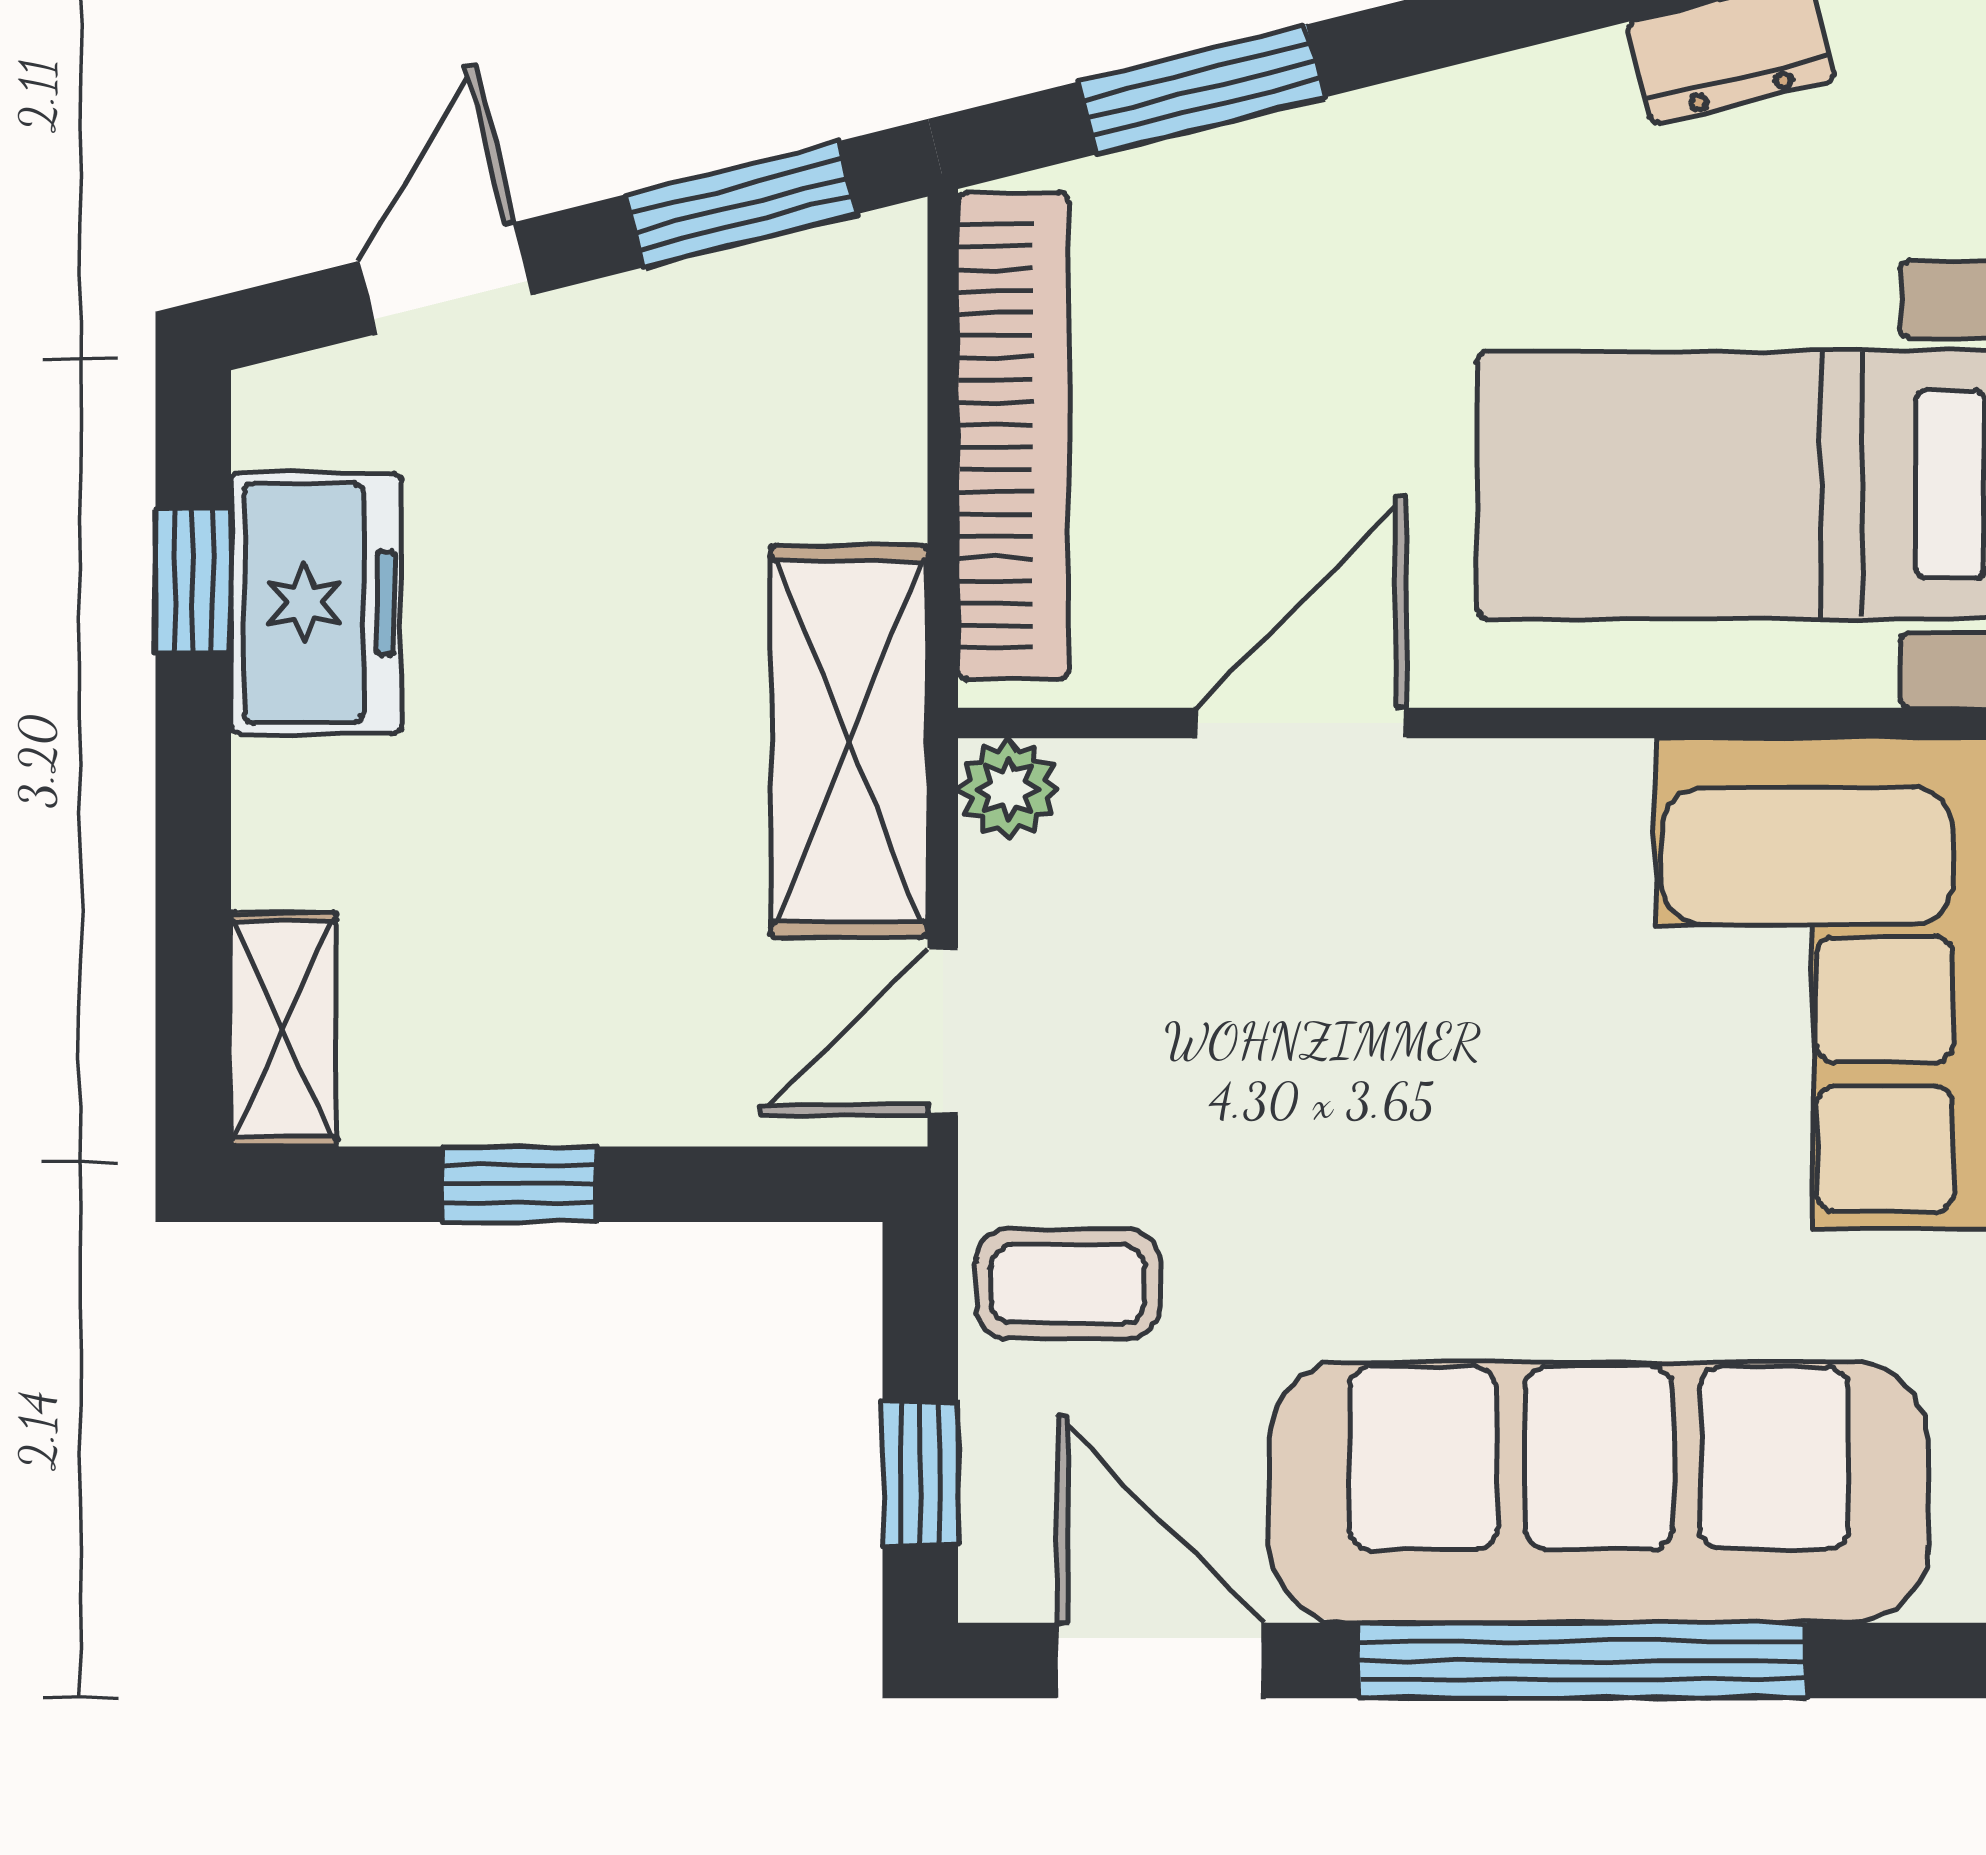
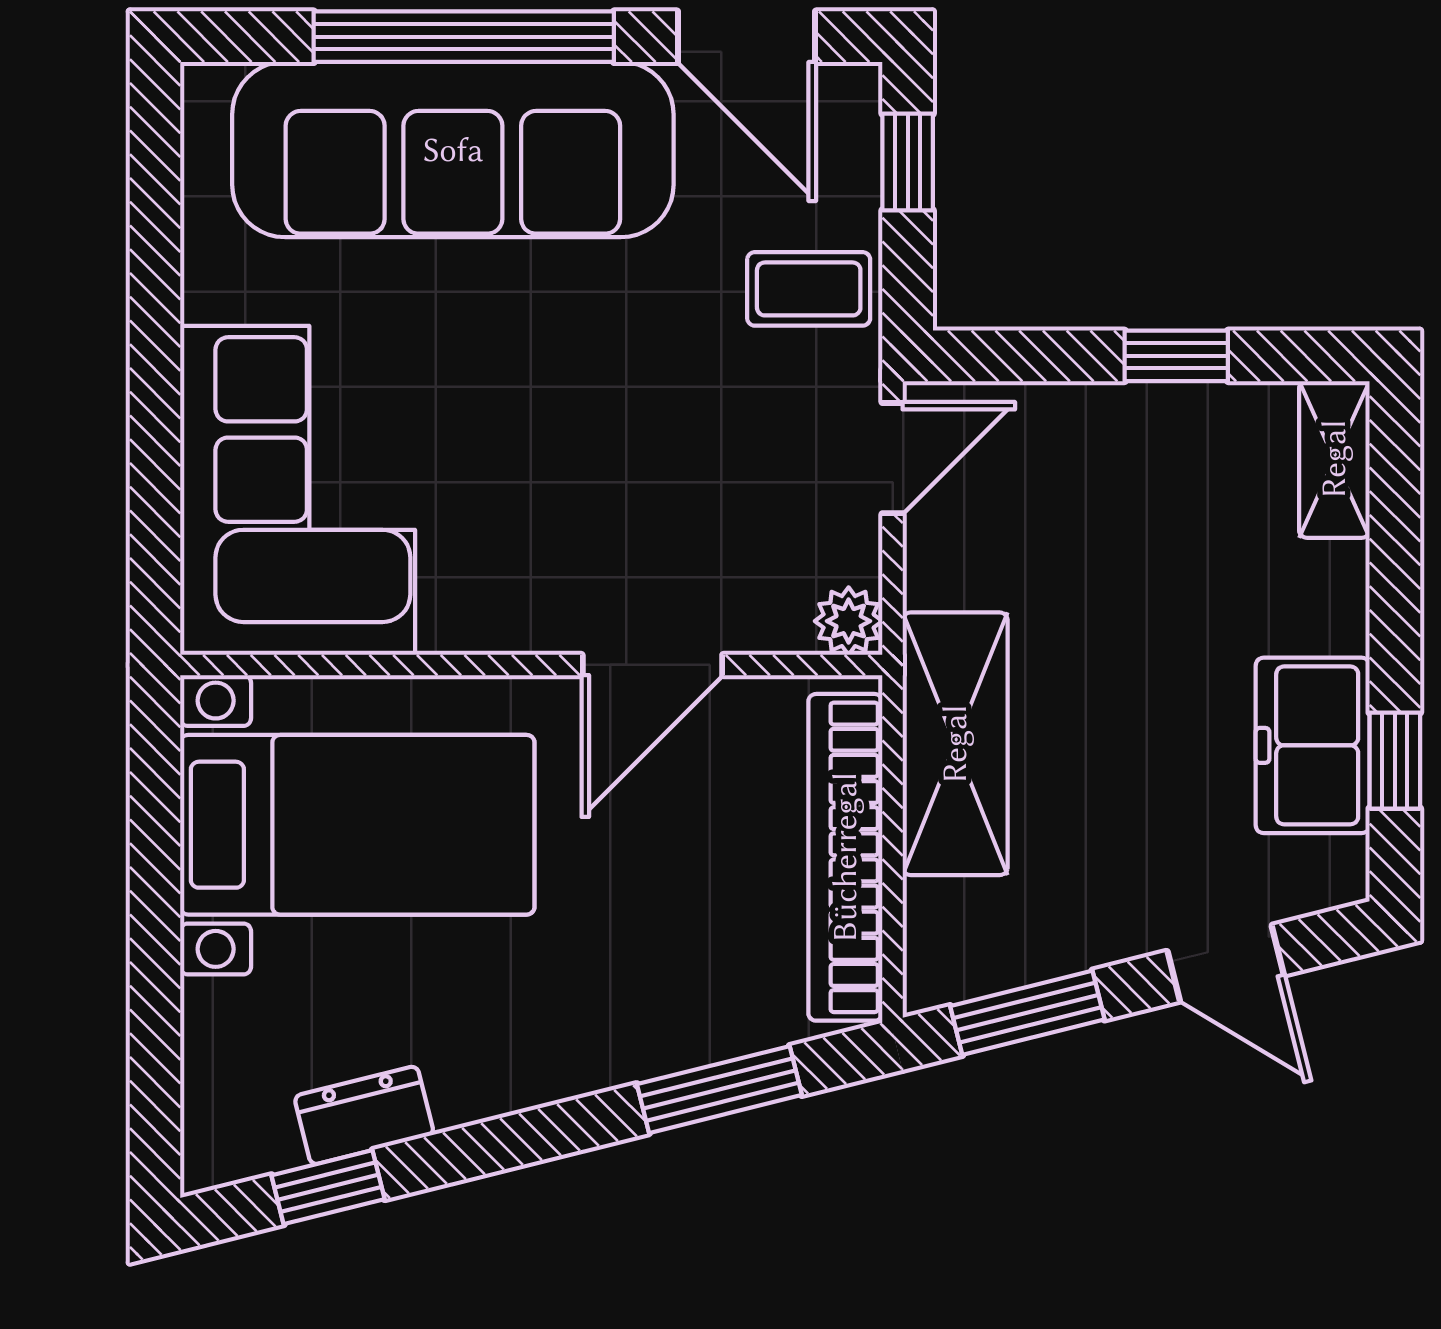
door: (445, 278) -> (1226, 963), hinge flipped
shelving: (849, 741) -> (955, 744), moved

